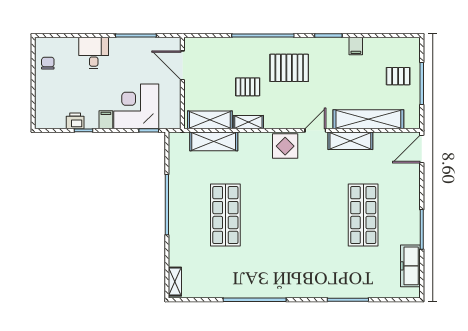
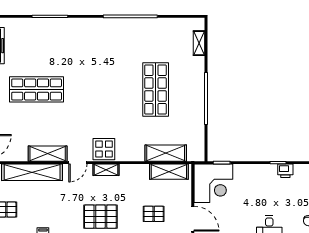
pallet: (248, 87) -> (154, 214), moved
corner desk: (136, 106) -> (213, 183), moved
filing cabinet: (106, 120) -> (259, 172), removed
shelving: (248, 122) -> (106, 170), moved
shop shelf: (363, 215) -> (37, 89), turned 90
shelving: (175, 282) -> (199, 43), moved

